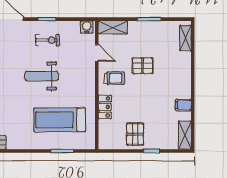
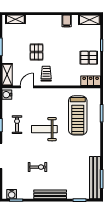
weight bench: (42, 76) -> (44, 129), turned 90
locker: (105, 107) -> (91, 81), moved

